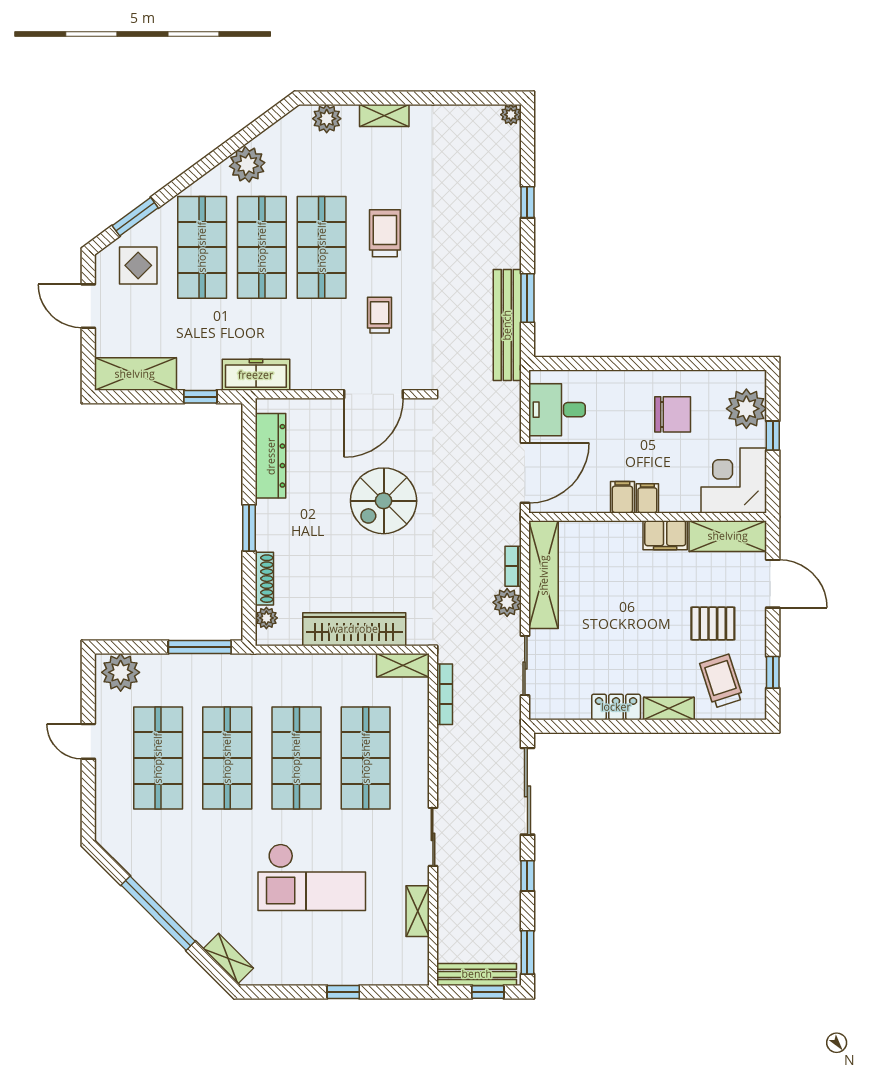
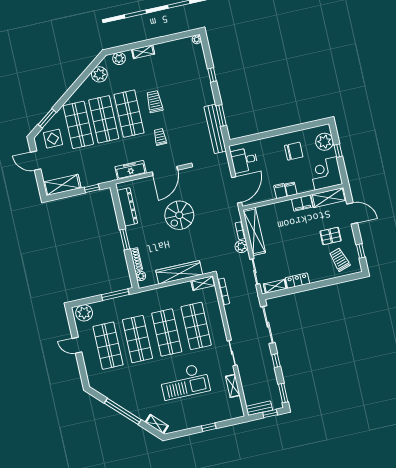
plant: (247, 164) -> (99, 74), moved
freezer: (256, 375) -> (131, 170), moved
shelving: (669, 709) -> (275, 286), moved
bench: (477, 974) -> (259, 408), width x0.73

